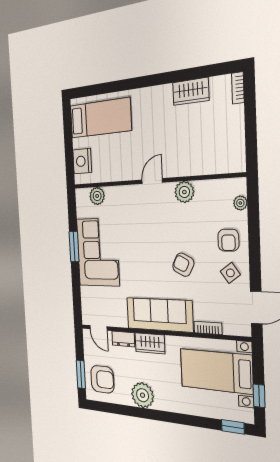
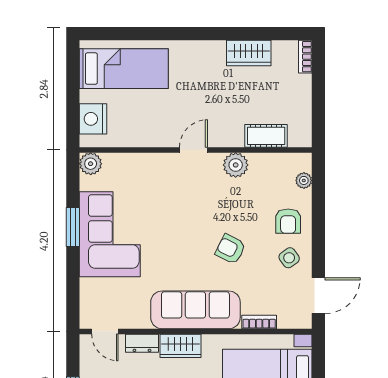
cot: (208, 165) -> (266, 136), added
plant: (97, 196) -> (91, 164), moved

